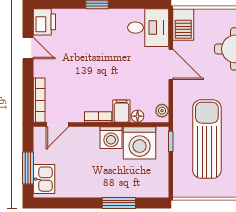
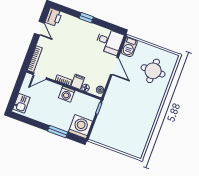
sun lounger: (207, 139) -> (119, 114), removed
washing machine: (140, 143) -> (81, 127), moved, turned 180
window: (28, 168) -> (15, 94), removed

